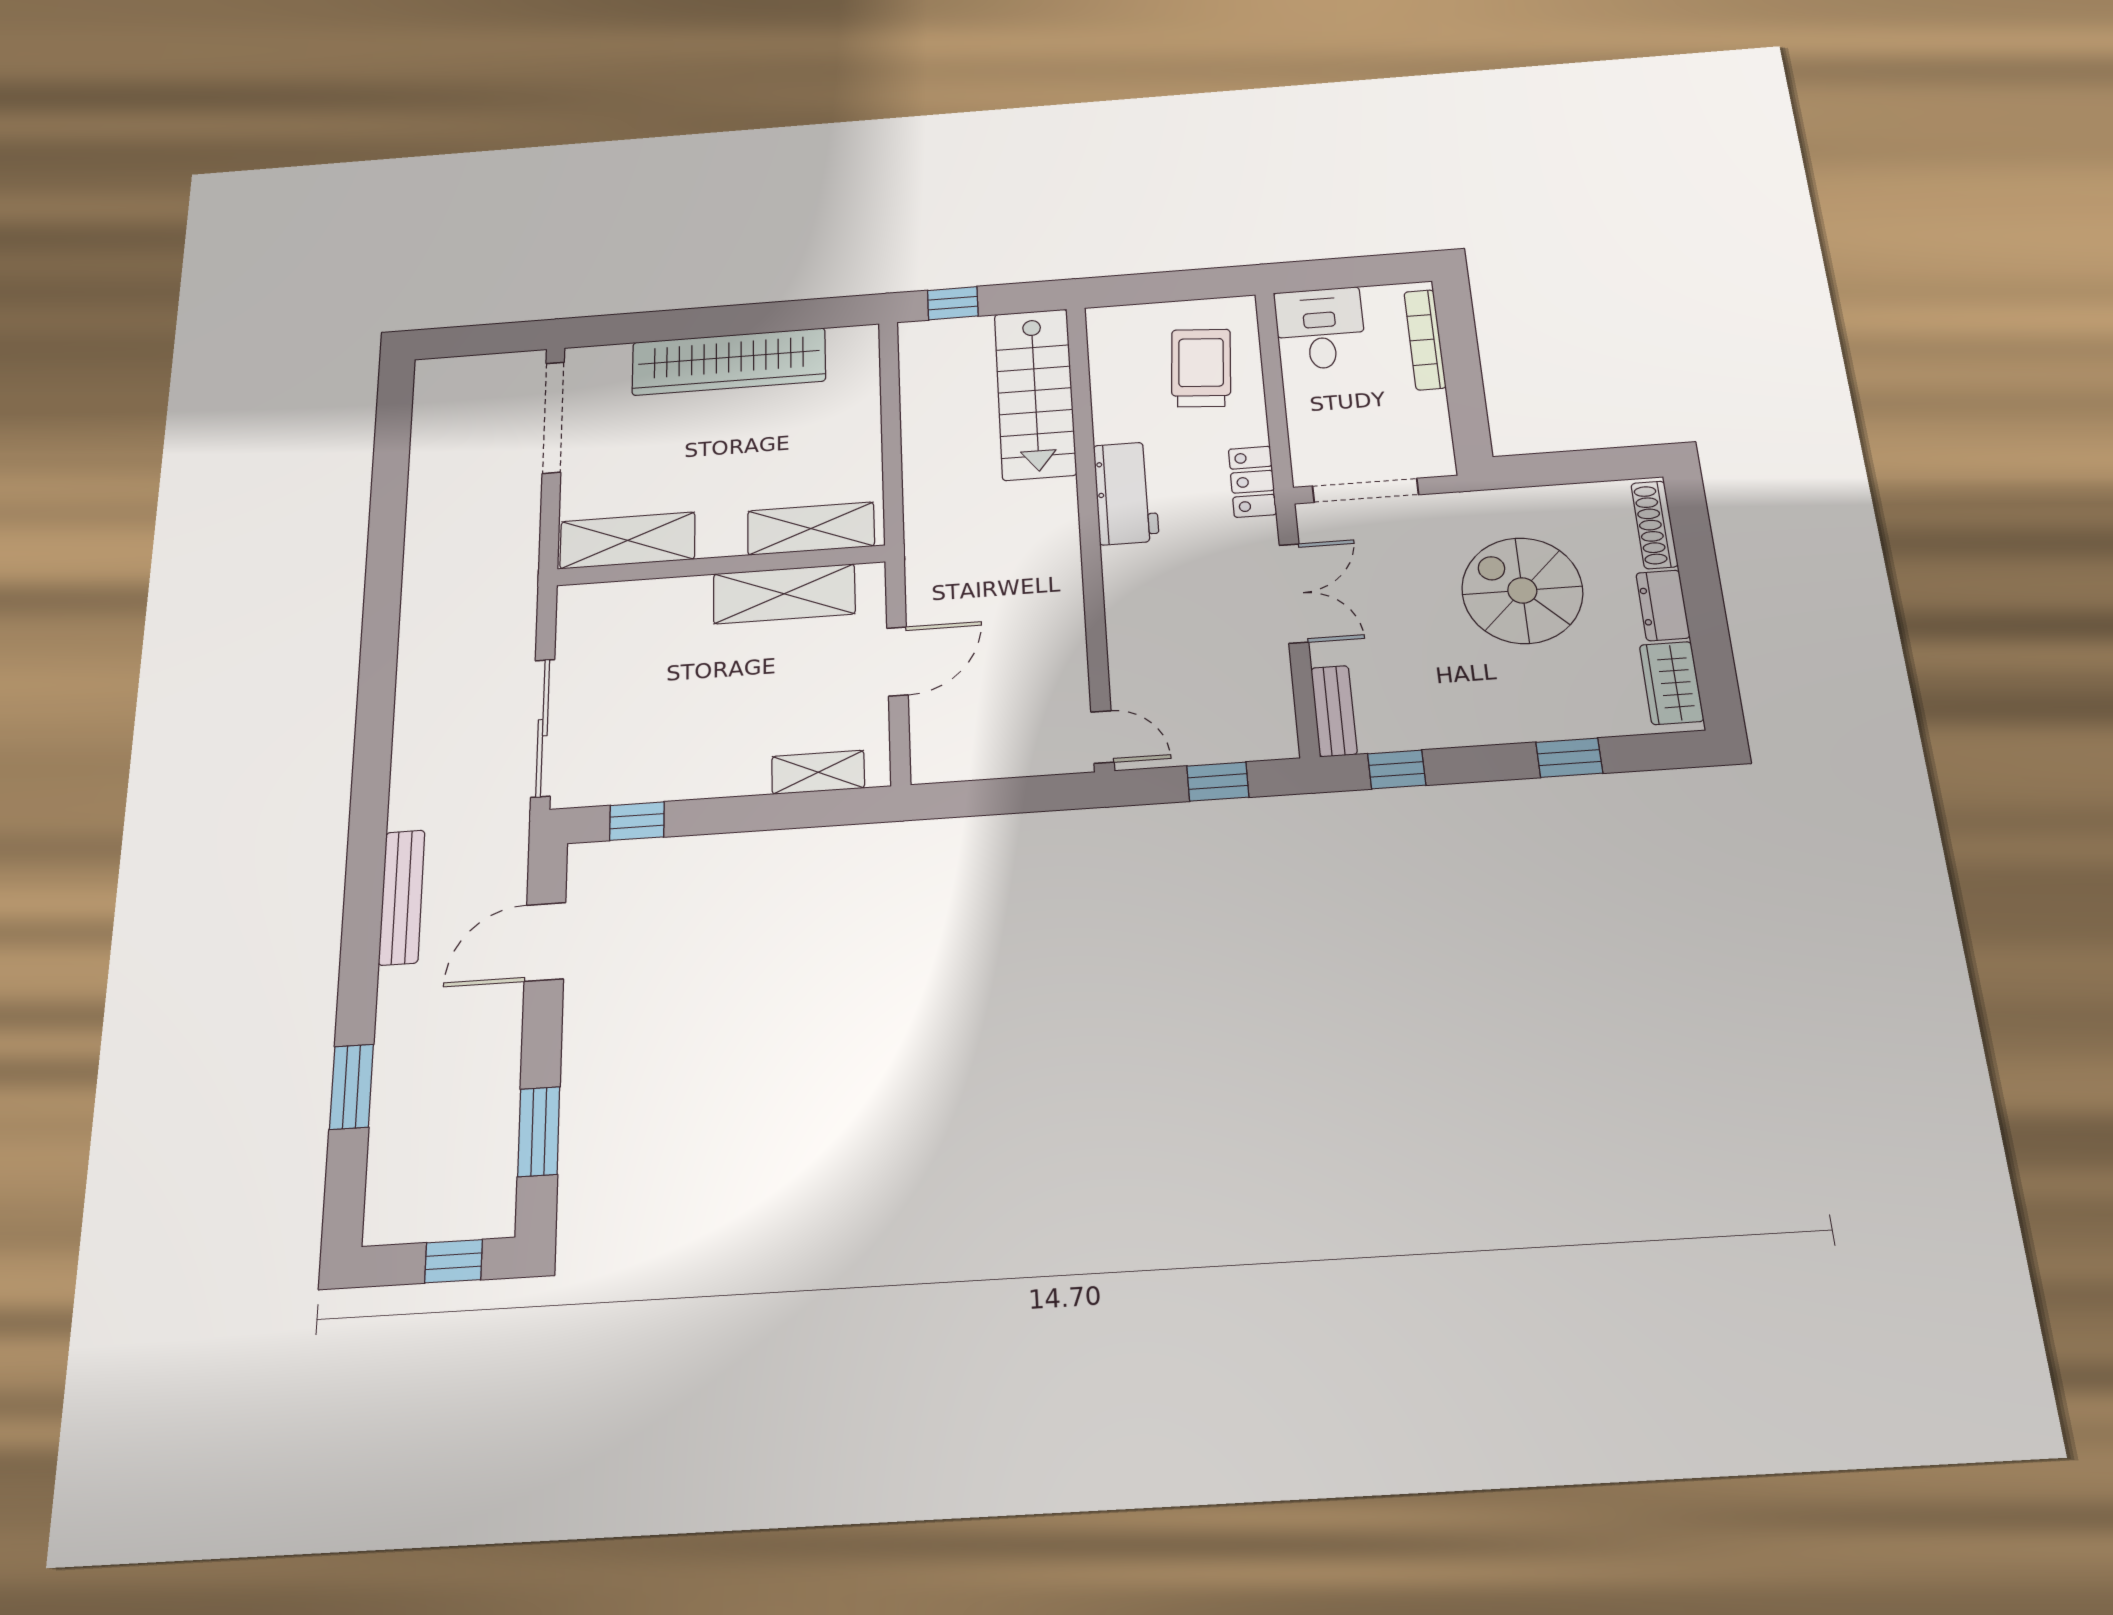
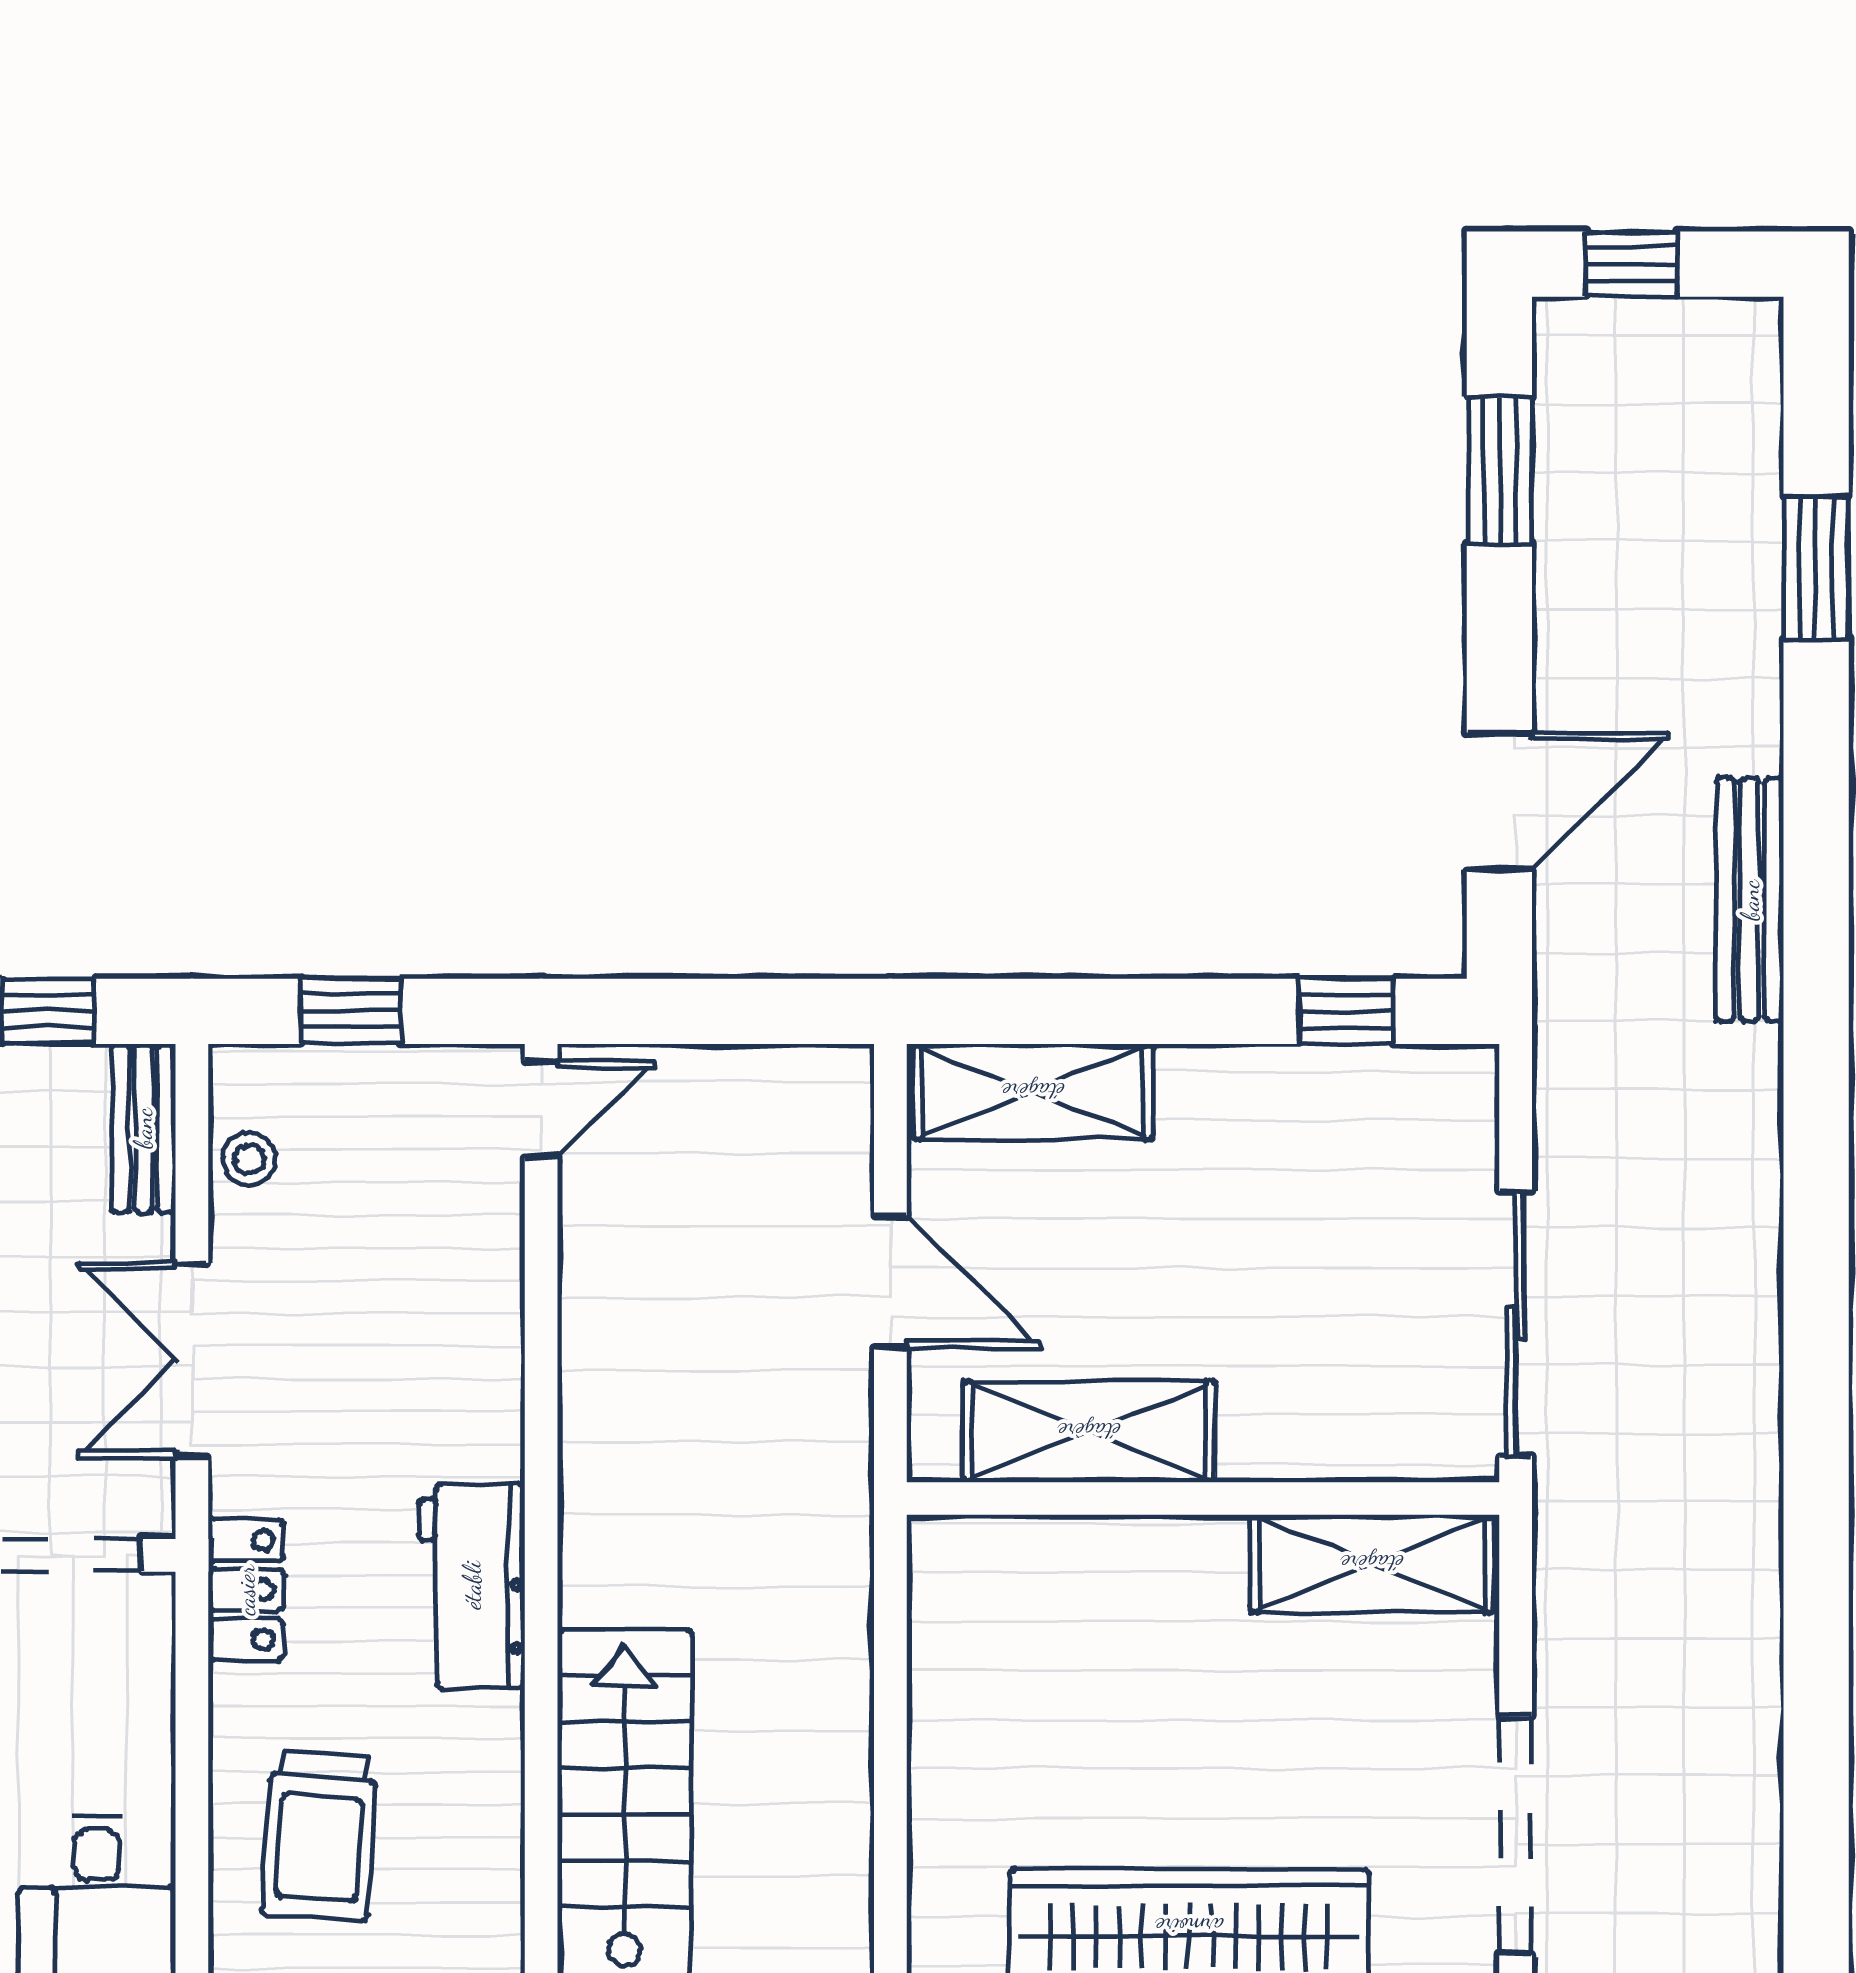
shelving: (811, 529) -> (1040, 1560), removed
door: (897, 661) -> (890, 1282), swing flipped
stool: (1271, 699) -> (249, 1159), added
sliding door: (543, 728) -> (1516, 1323), moved
door: (1102, 737) -> (541, 1109), swing flipped
shelving: (818, 772) -> (1033, 1092), width x1.50, depth x1.33

